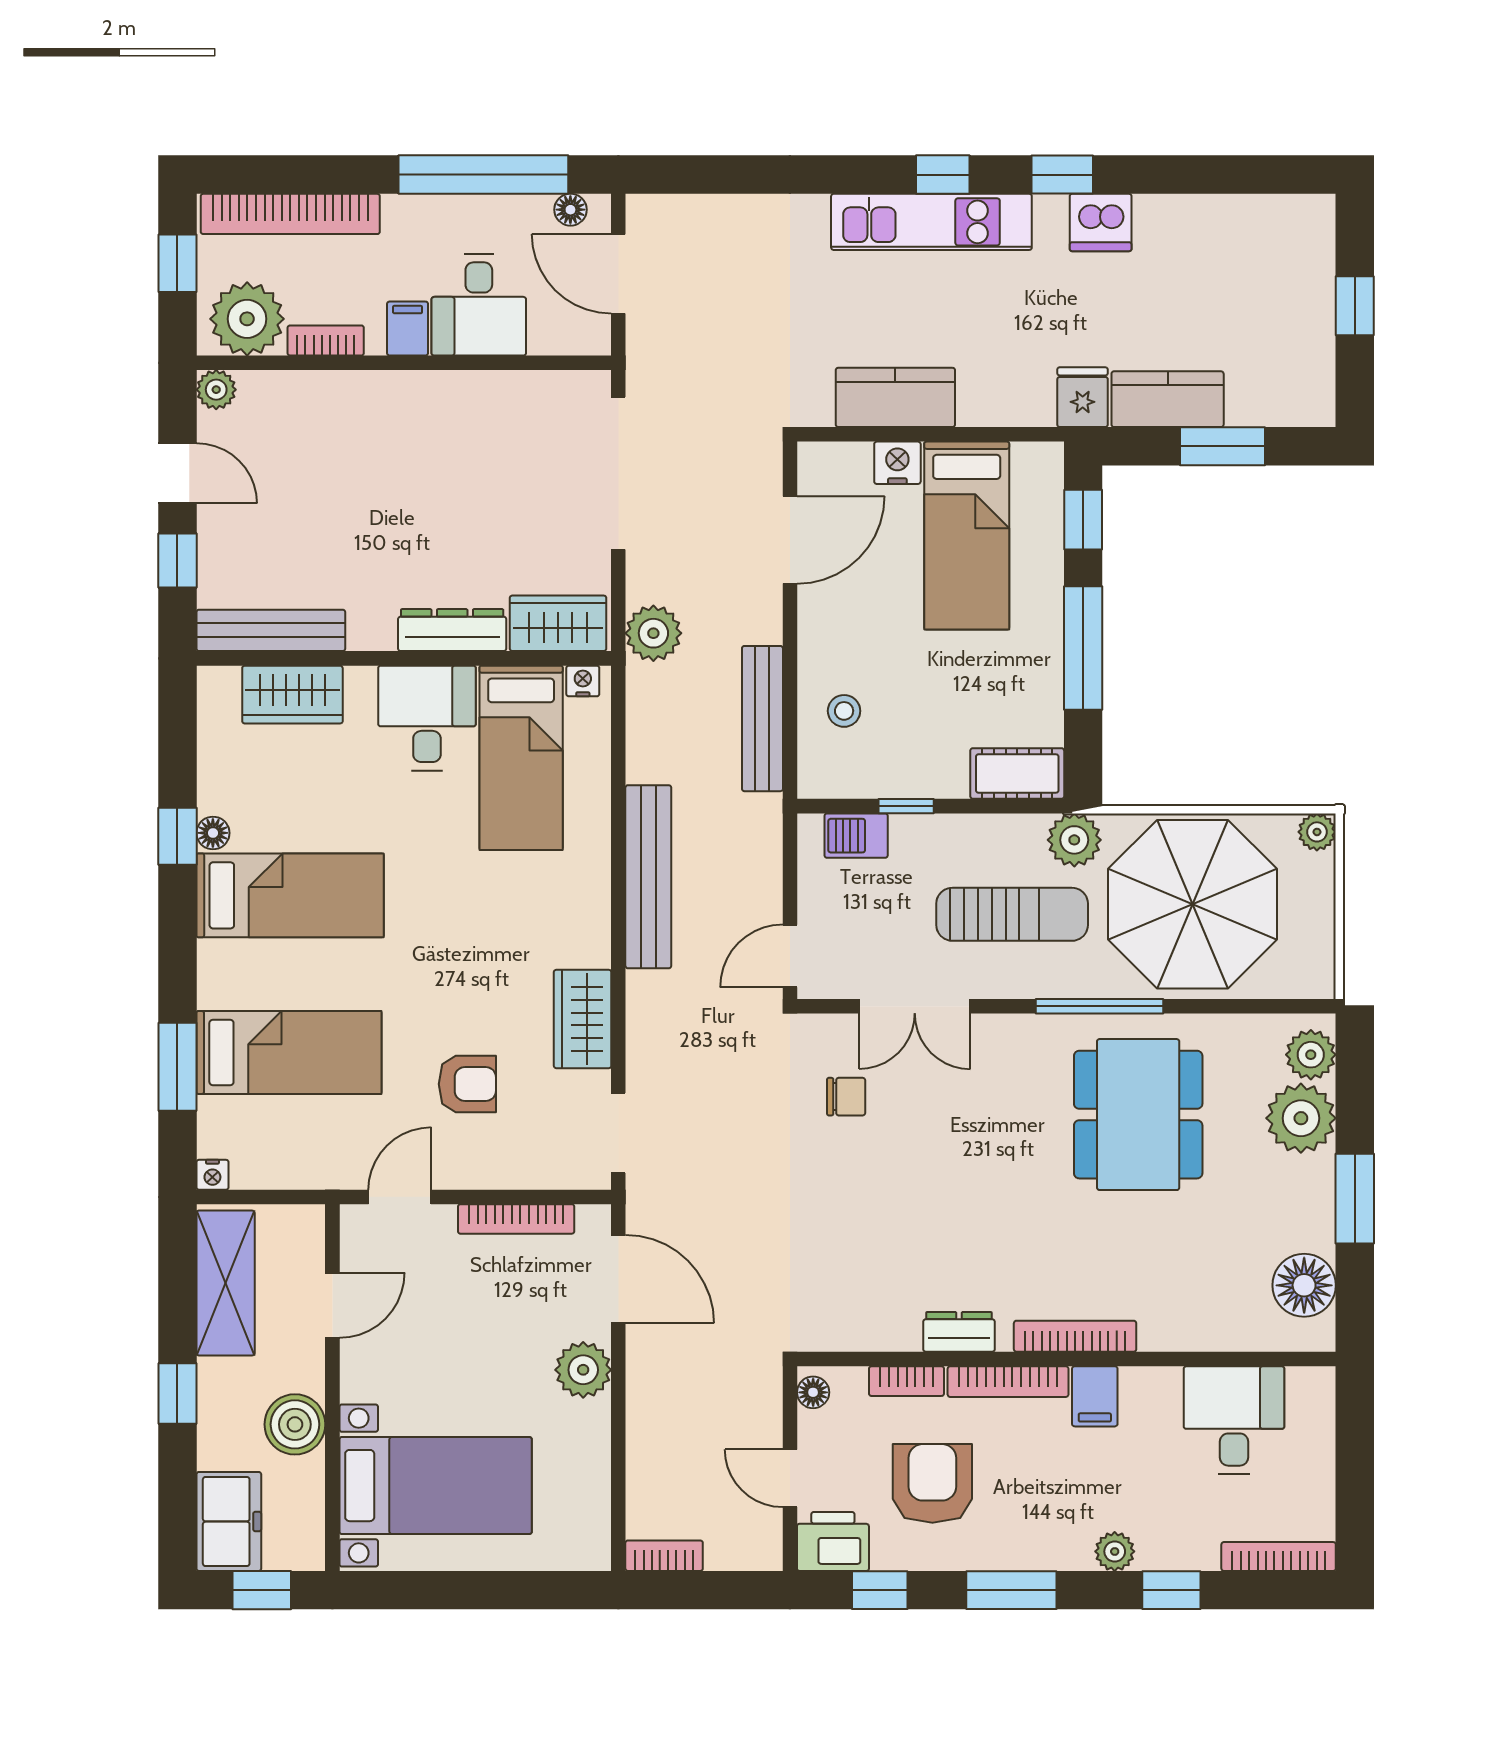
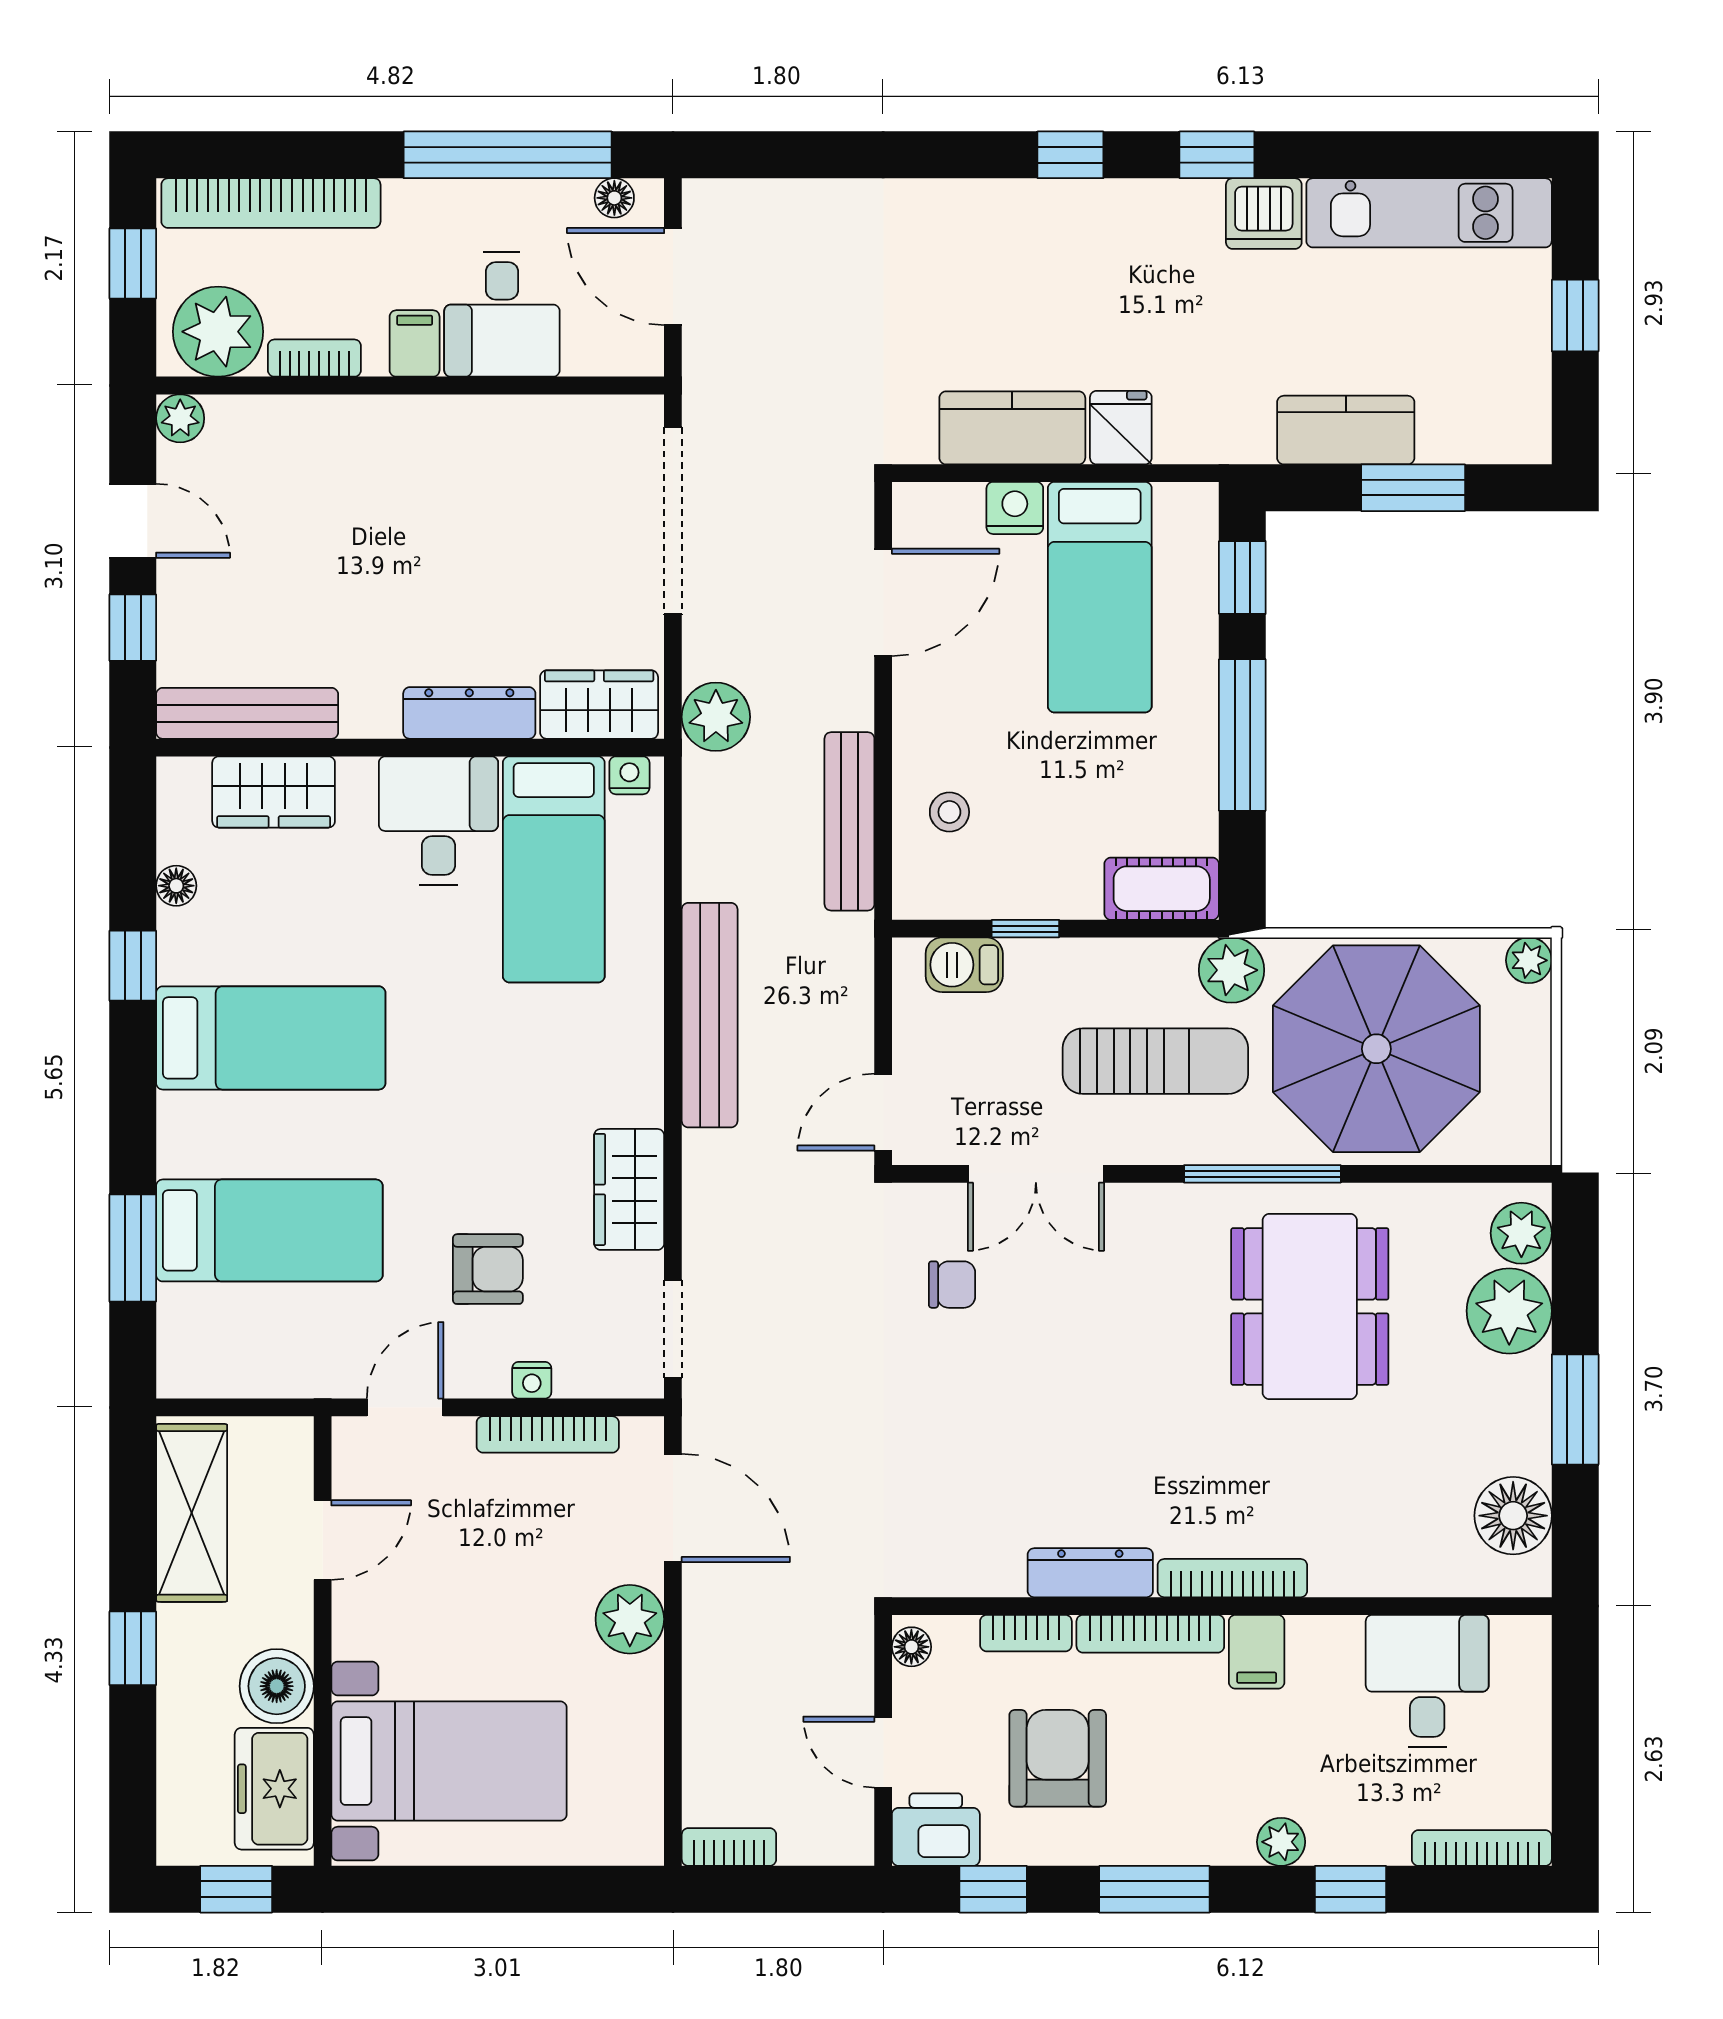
kitchen unit: (931, 222) -> (1429, 213), moved
fridge: (1083, 397) -> (1121, 428), moved
floor lamp: (213, 833) -> (176, 886), moved
nightstand: (212, 1175) -> (532, 1380), moved
dresser: (959, 1332) -> (1090, 1573), width x1.44
freezer: (229, 1521) -> (274, 1789), moved, turned 180

